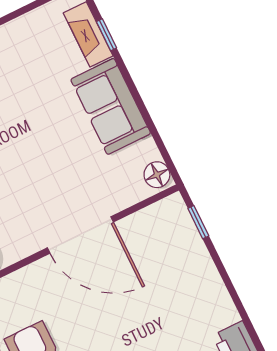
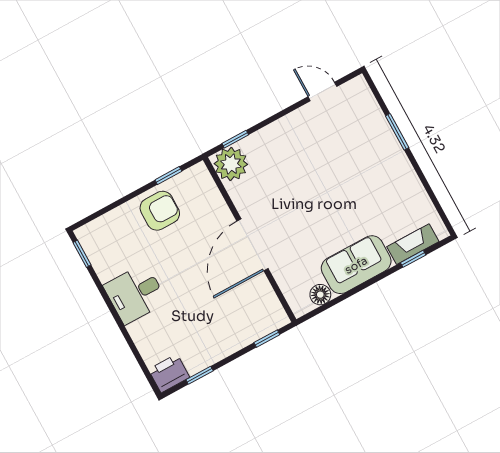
floor lamp: (157, 175) -> (320, 295), moved
window: (240, 308) -> (200, 375), added

